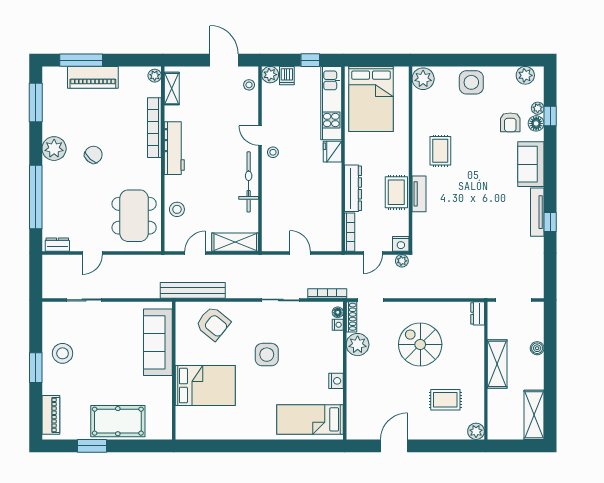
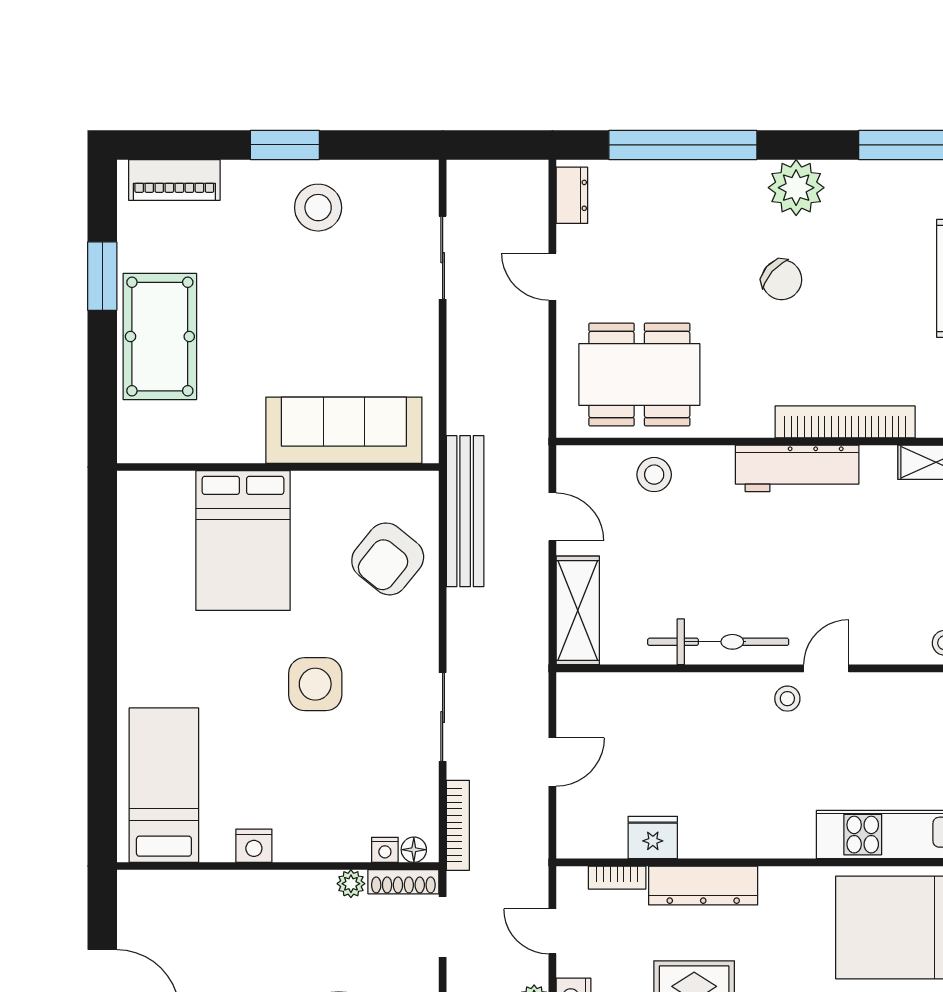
fridge: (332, 152) -> (653, 837), moved
bookcase: (350, 232) -> (617, 878), width x0.64
plant: (358, 345) -> (351, 884), width x0.53, depth x0.53

